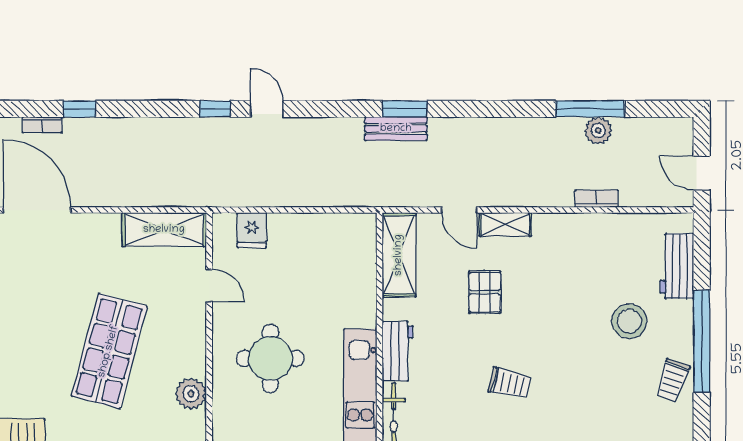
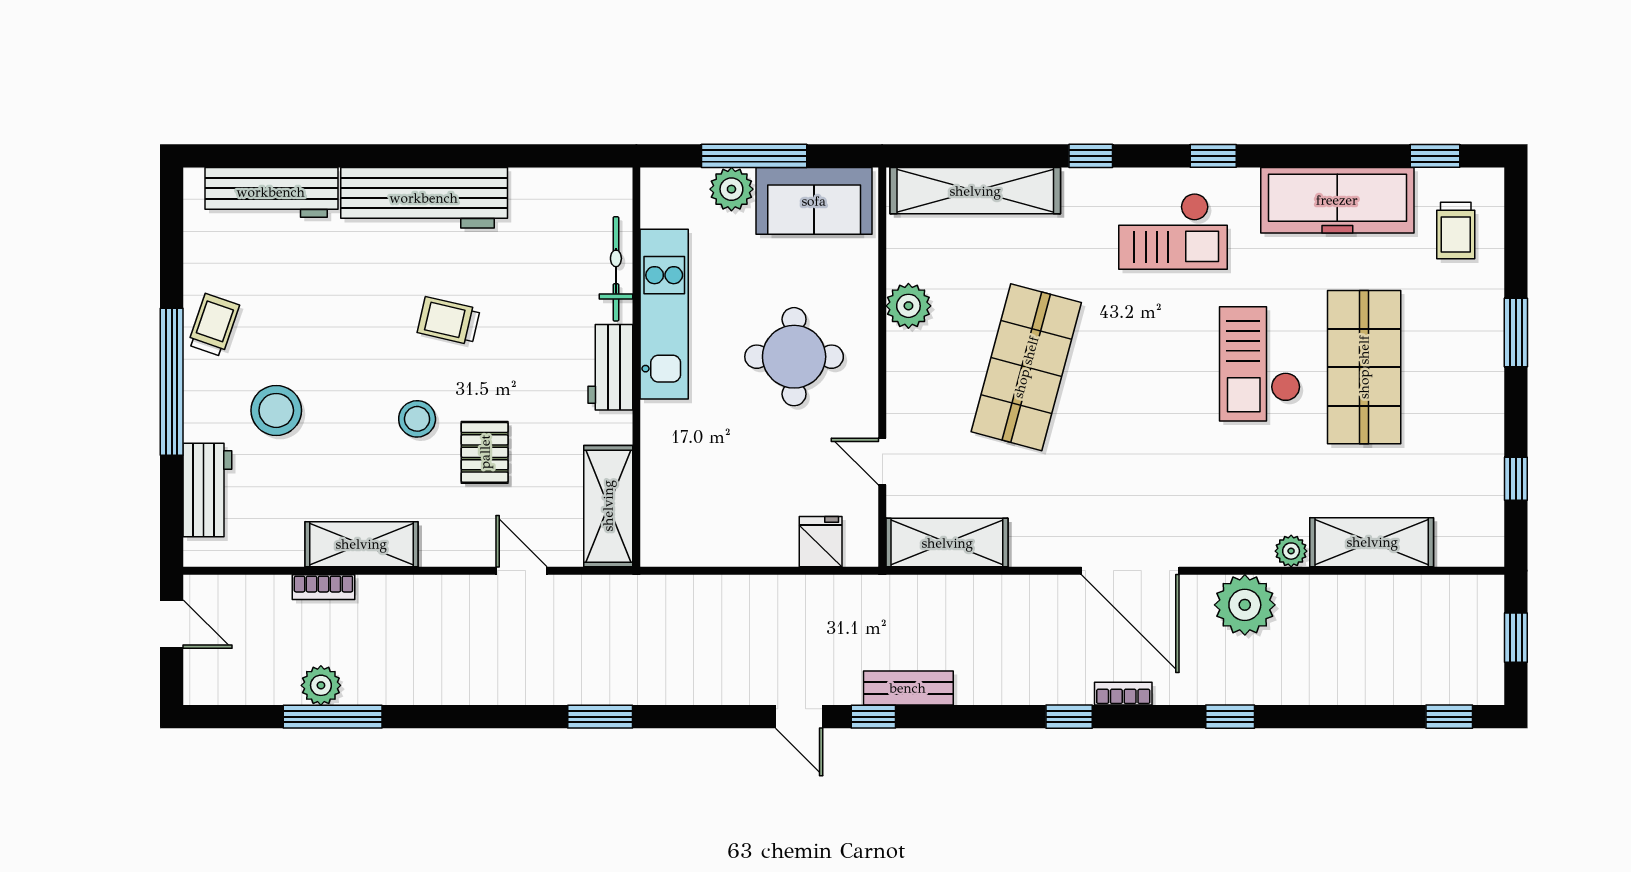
bench: (396, 129) -> (908, 688), moved
shelving: (505, 224) -> (361, 544), moved, width x1.50, depth x1.33
stool: (532, 315) -> (417, 419), added

